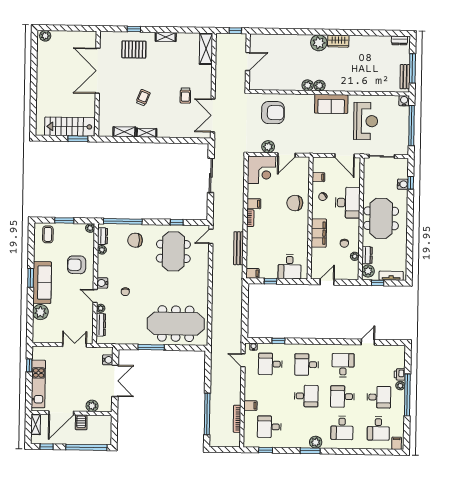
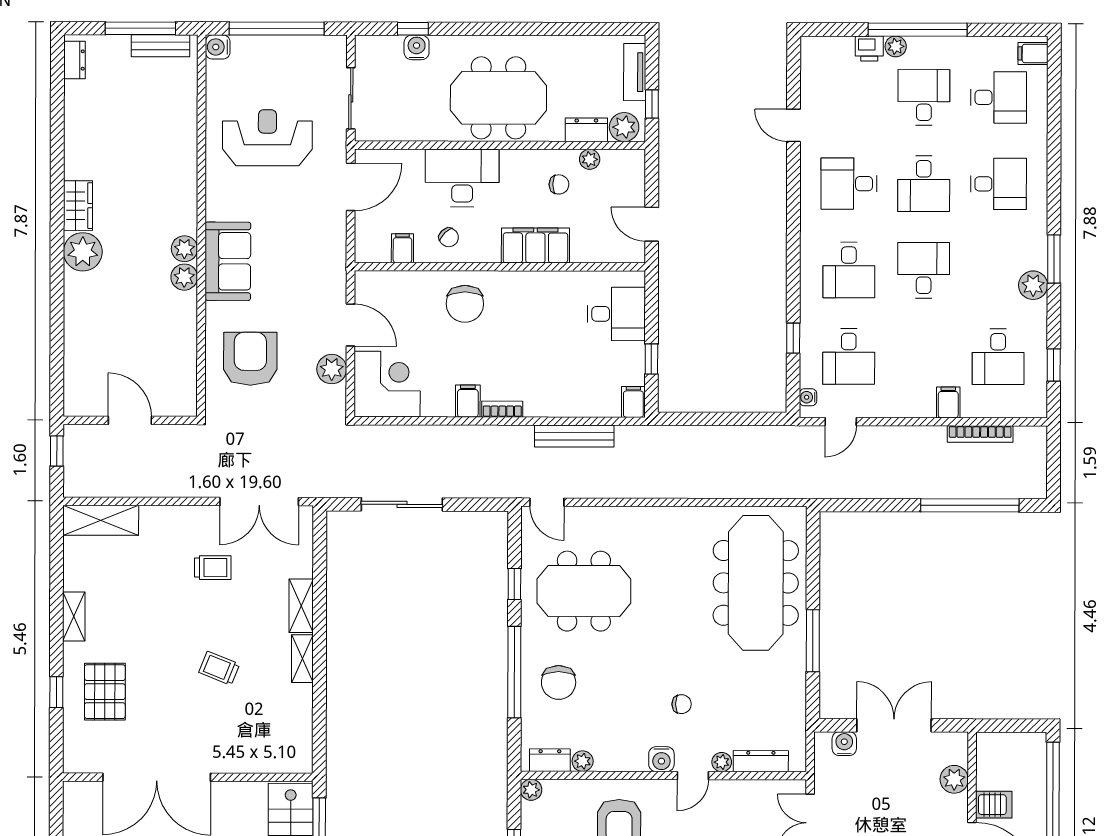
sofa: (331, 104) -> (228, 261), moved
shelving: (124, 132) -> (301, 606), moved
window: (123, 221) -> (514, 672), moved
plant: (316, 442) -> (1033, 285), moved

